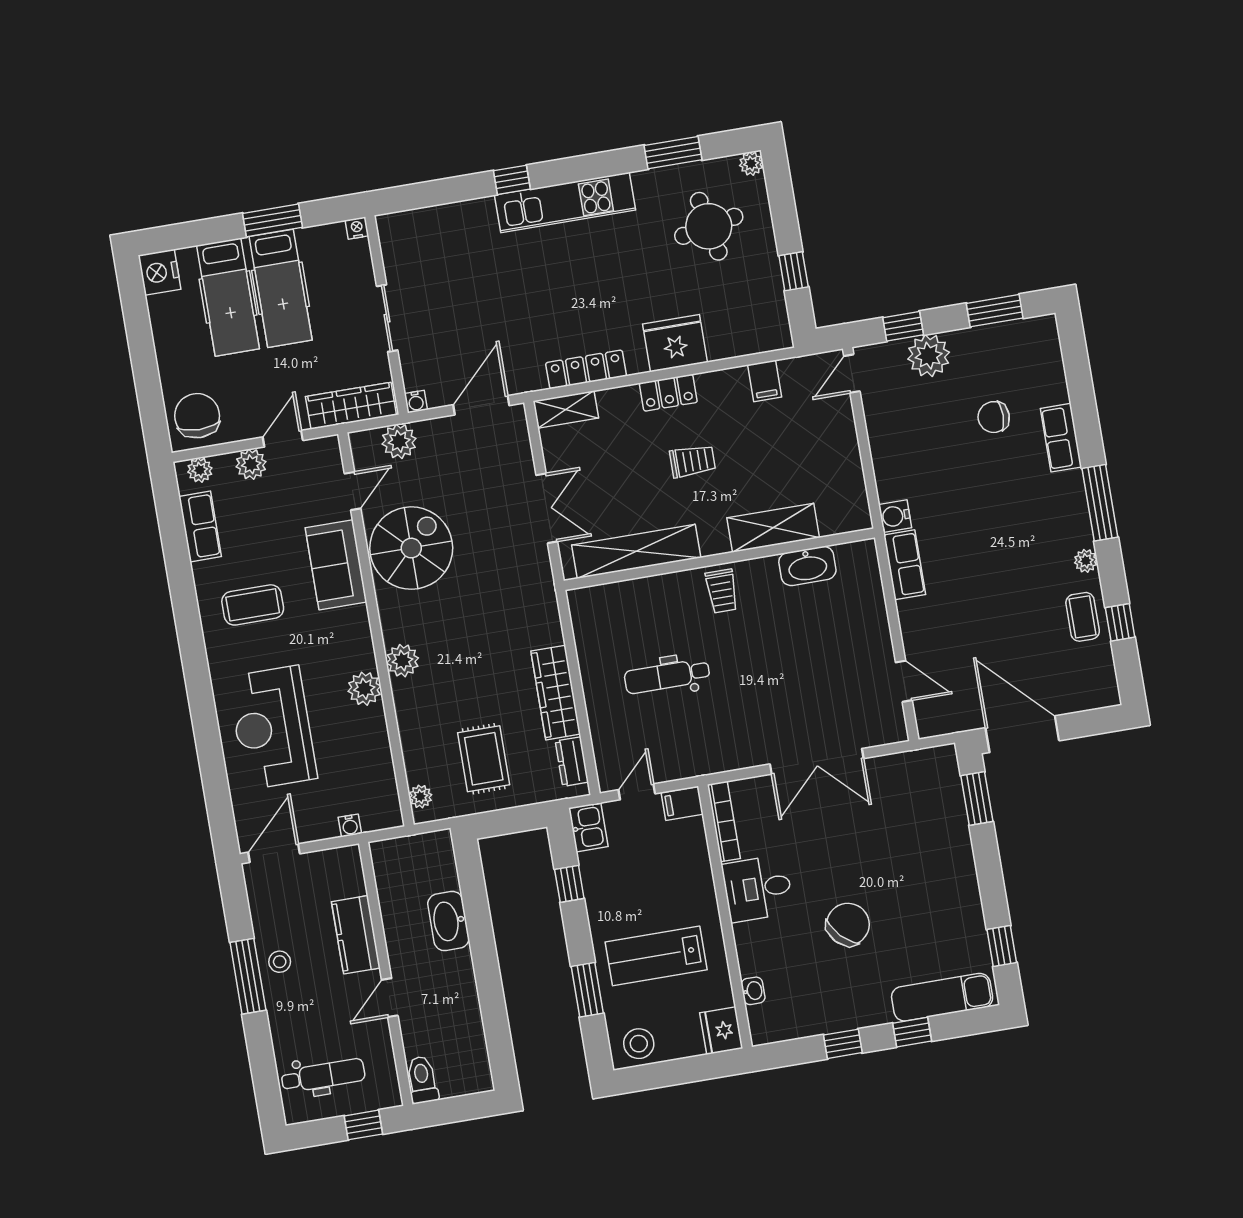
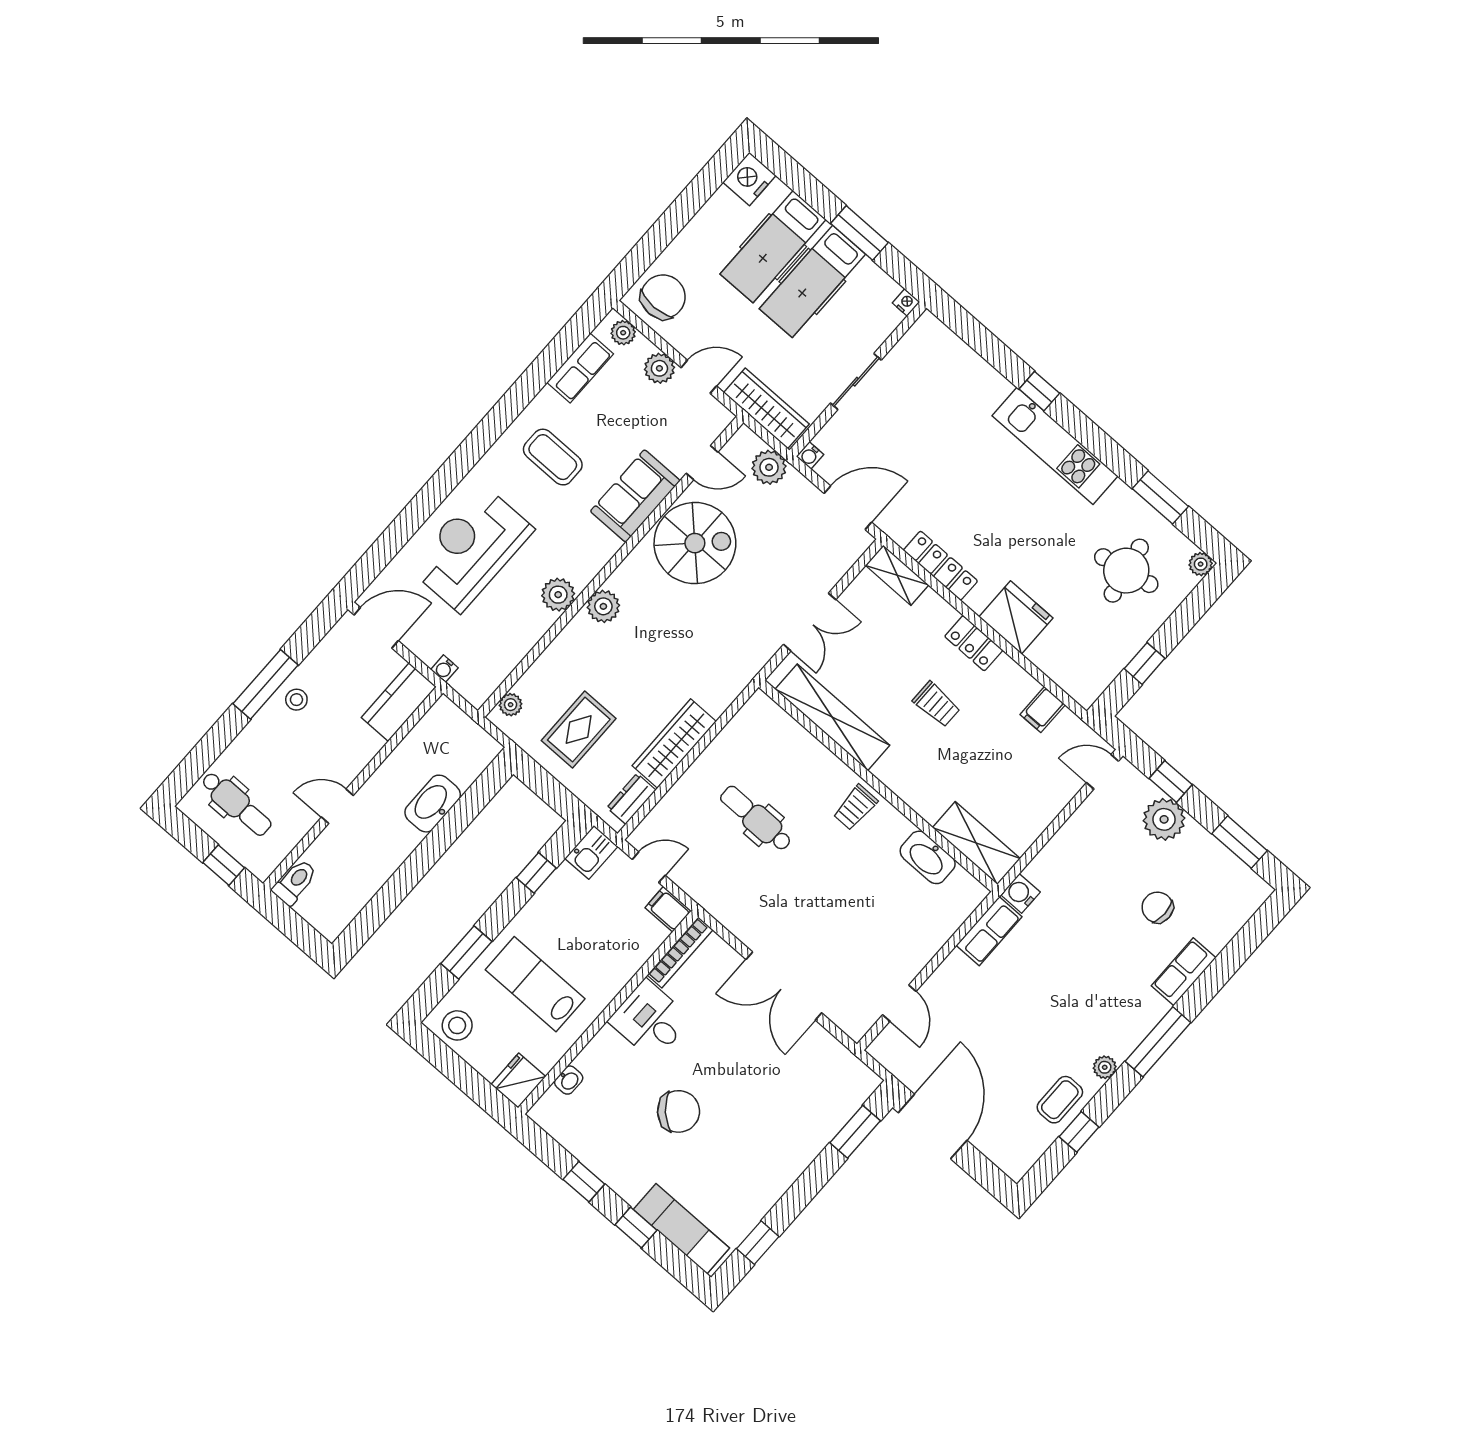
shelving: (773, 528) -> (976, 843), moved
kitchen counter: (356, 935) -> (399, 702), moved

